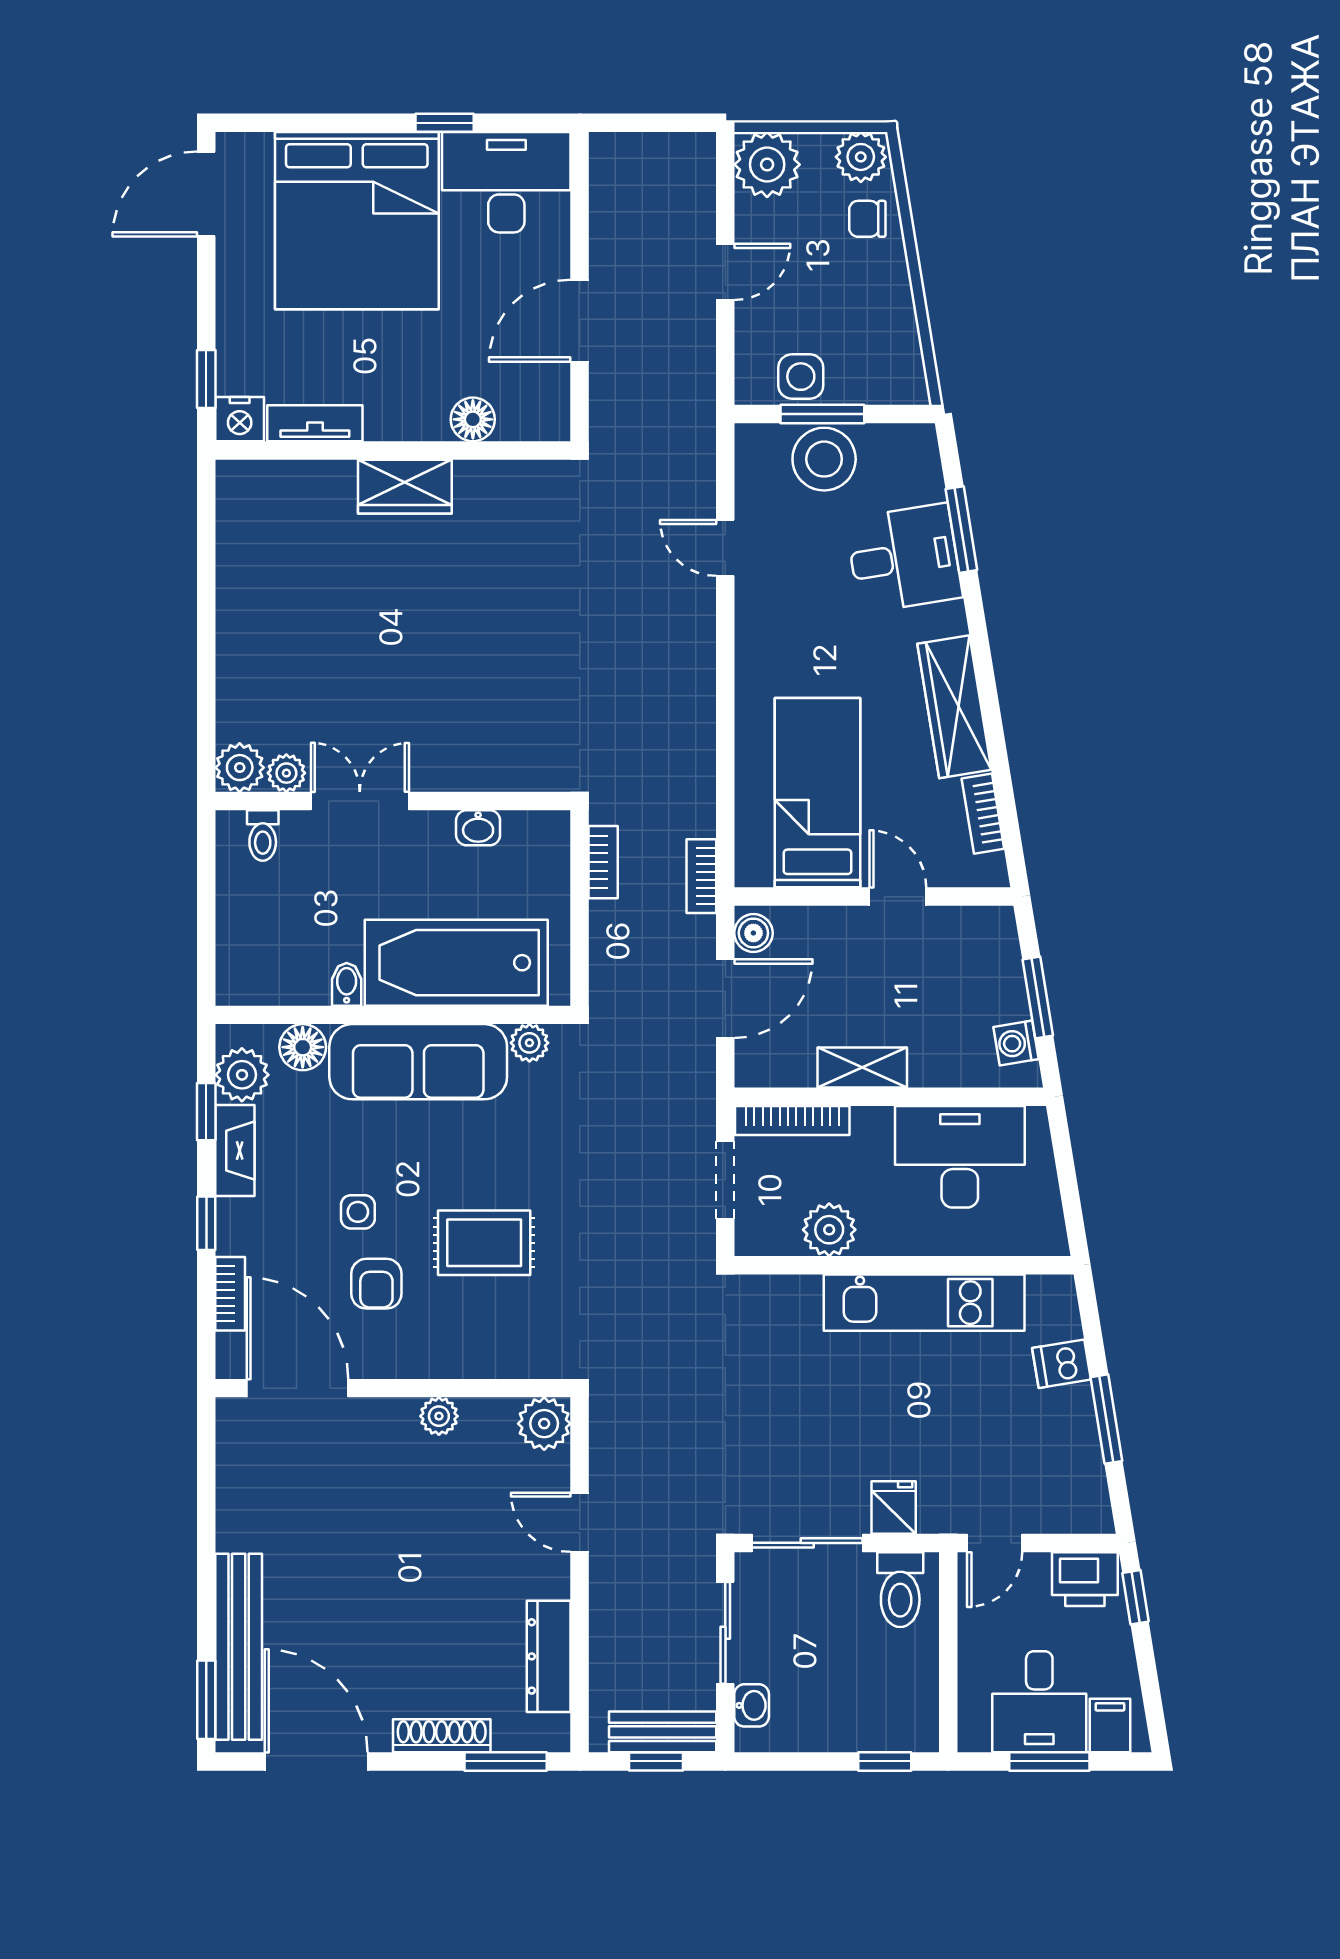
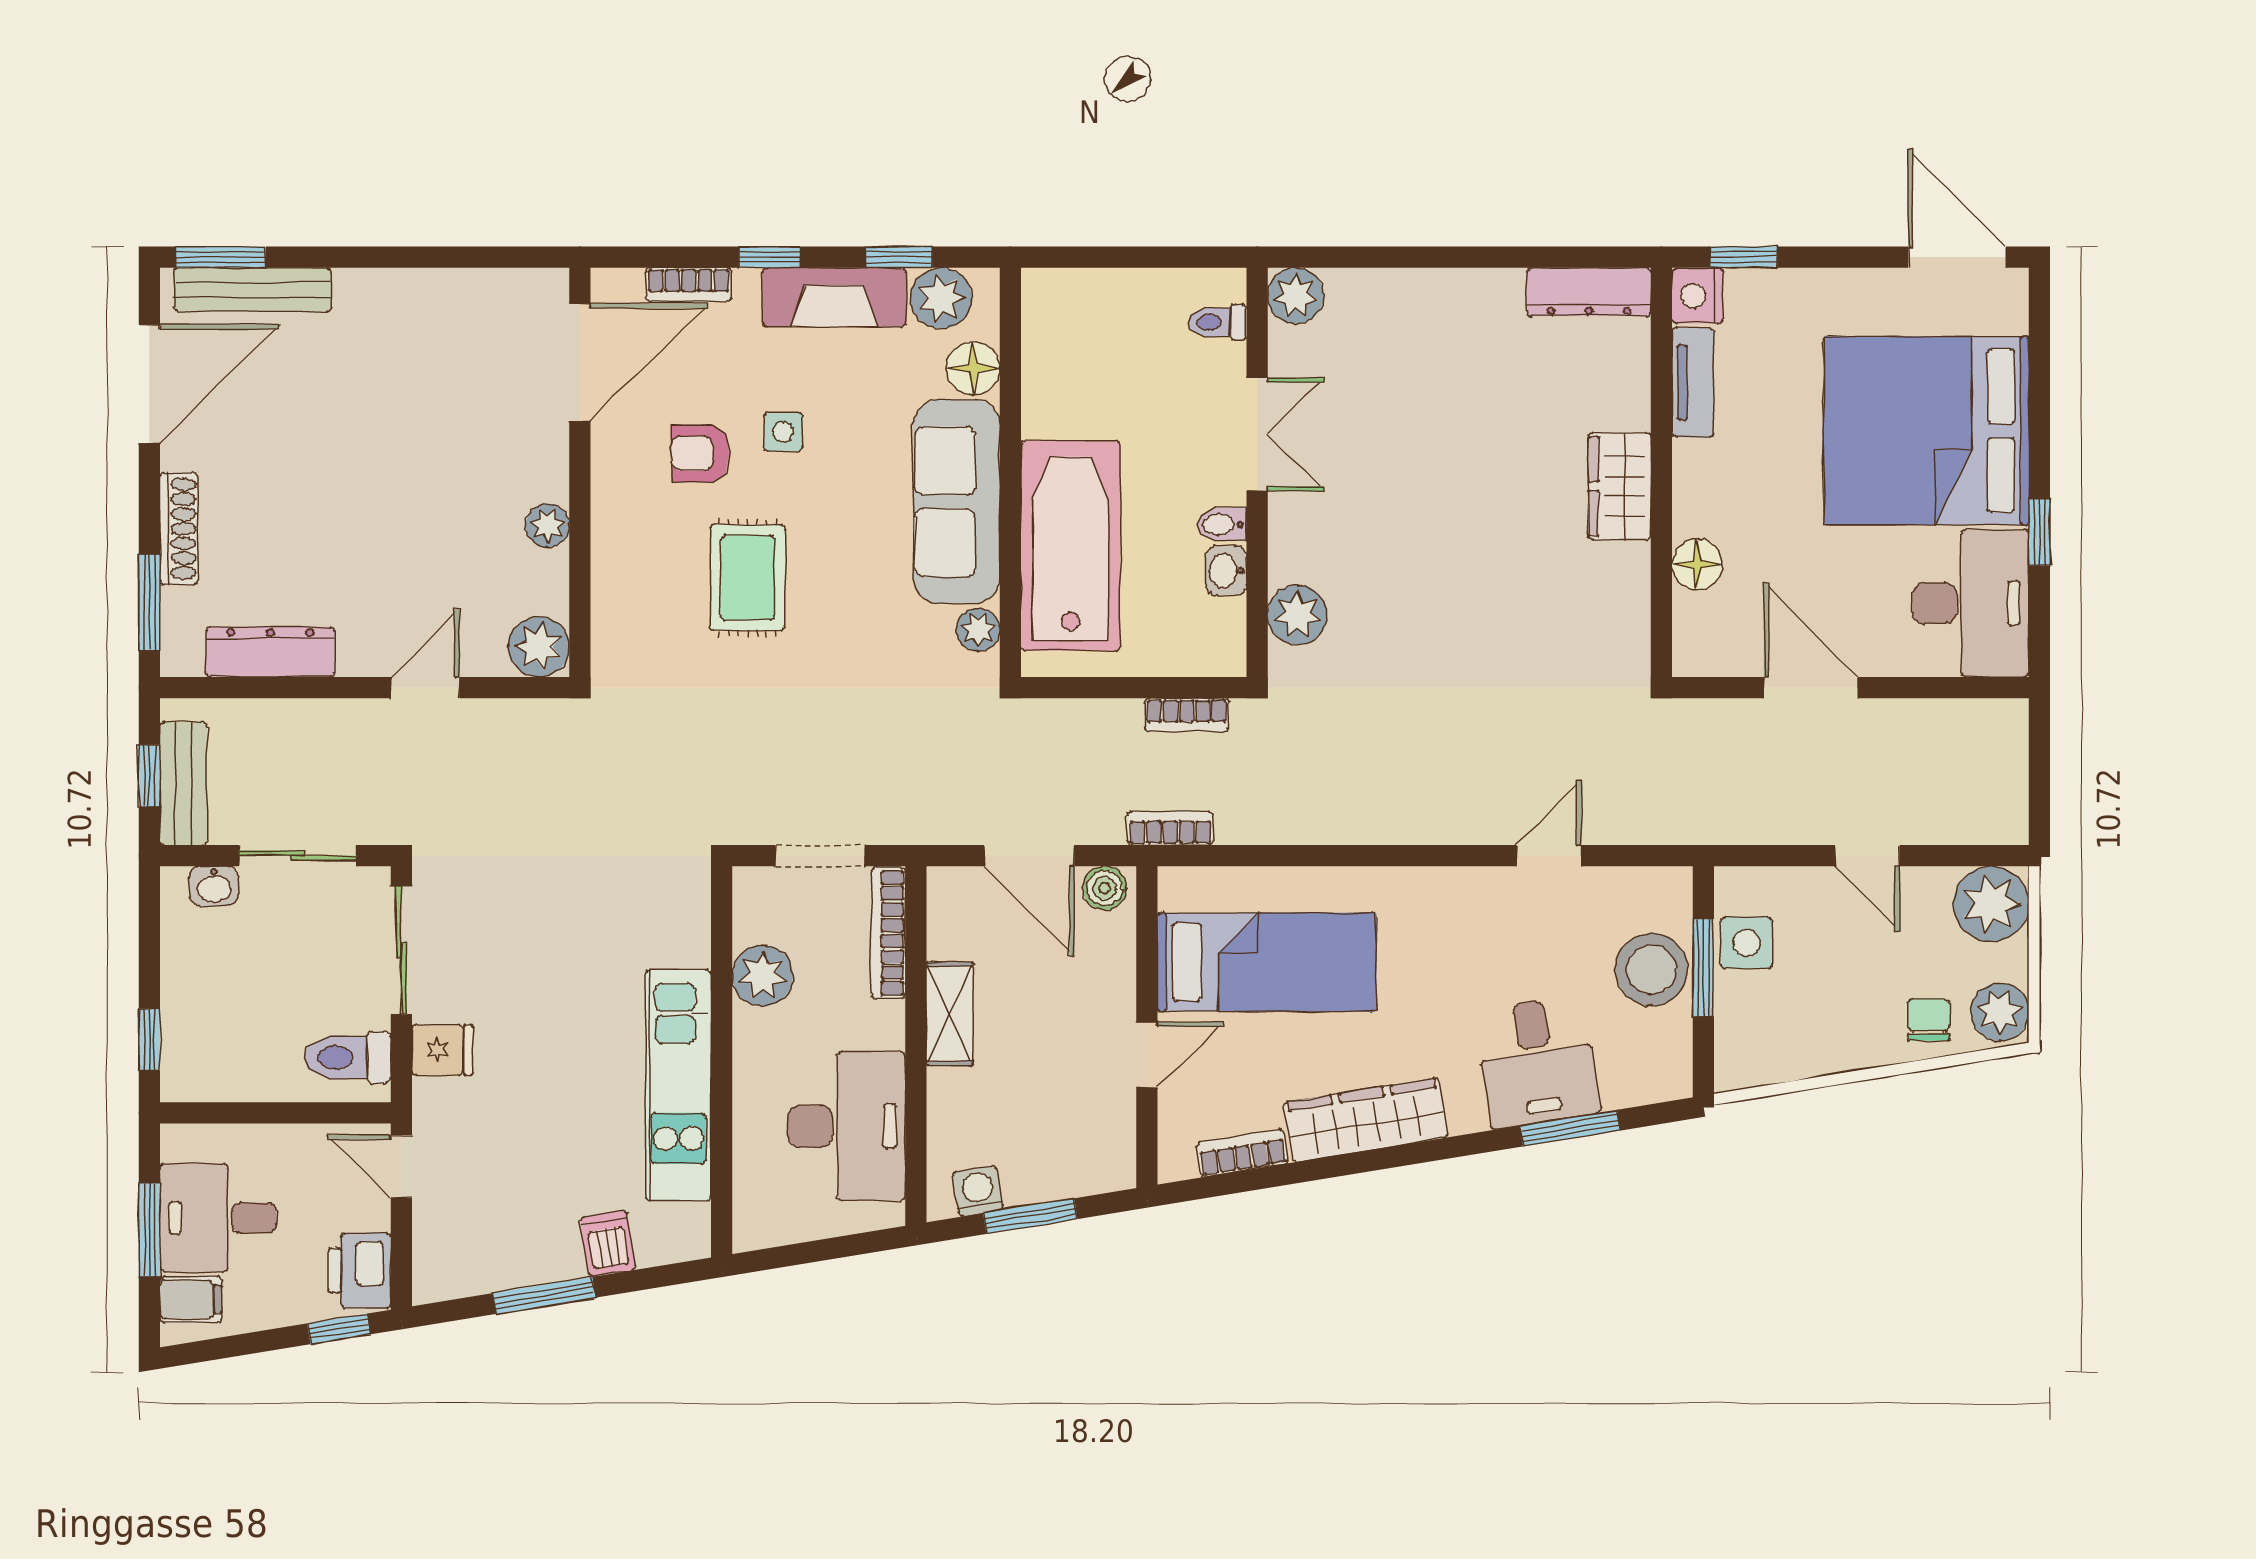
dresser: (236, 513) -> (1589, 292), added
plant: (286, 773) -> (1297, 615), moved, width x1.38, depth x1.38
bidet: (347, 984) -> (1222, 524), moved, turned 180
fireplace: (235, 1151) -> (834, 297), width x1.37, depth x1.32
bench: (239, 1647) -> (253, 290), width x0.73, depth x0.82

